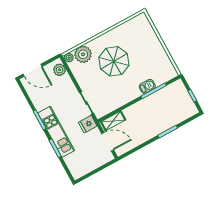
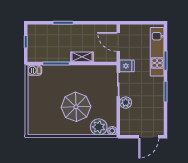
door: (32, 70) -> (149, 137), swing flipped
plant: (60, 70) -> (126, 103), moved
barbecue: (147, 86) -> (34, 70), moved
shelving: (113, 121) -> (82, 57), moved
kitchen unit: (56, 132) -> (157, 52), moved

